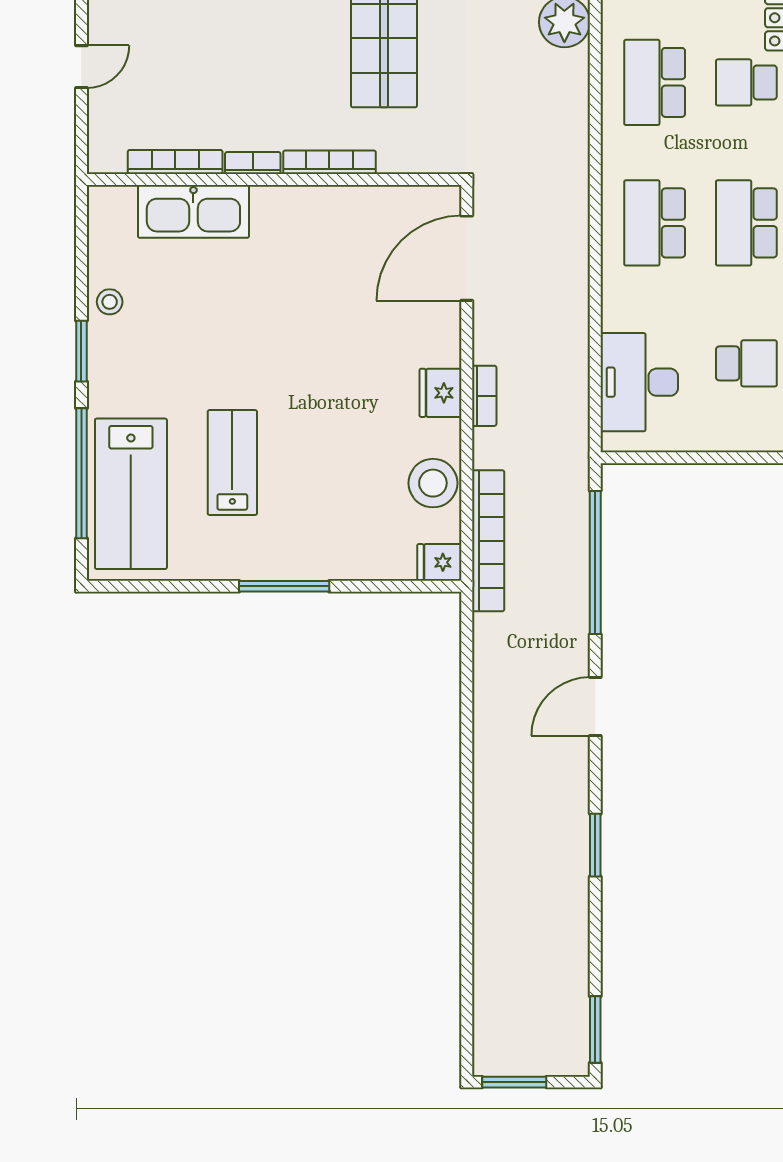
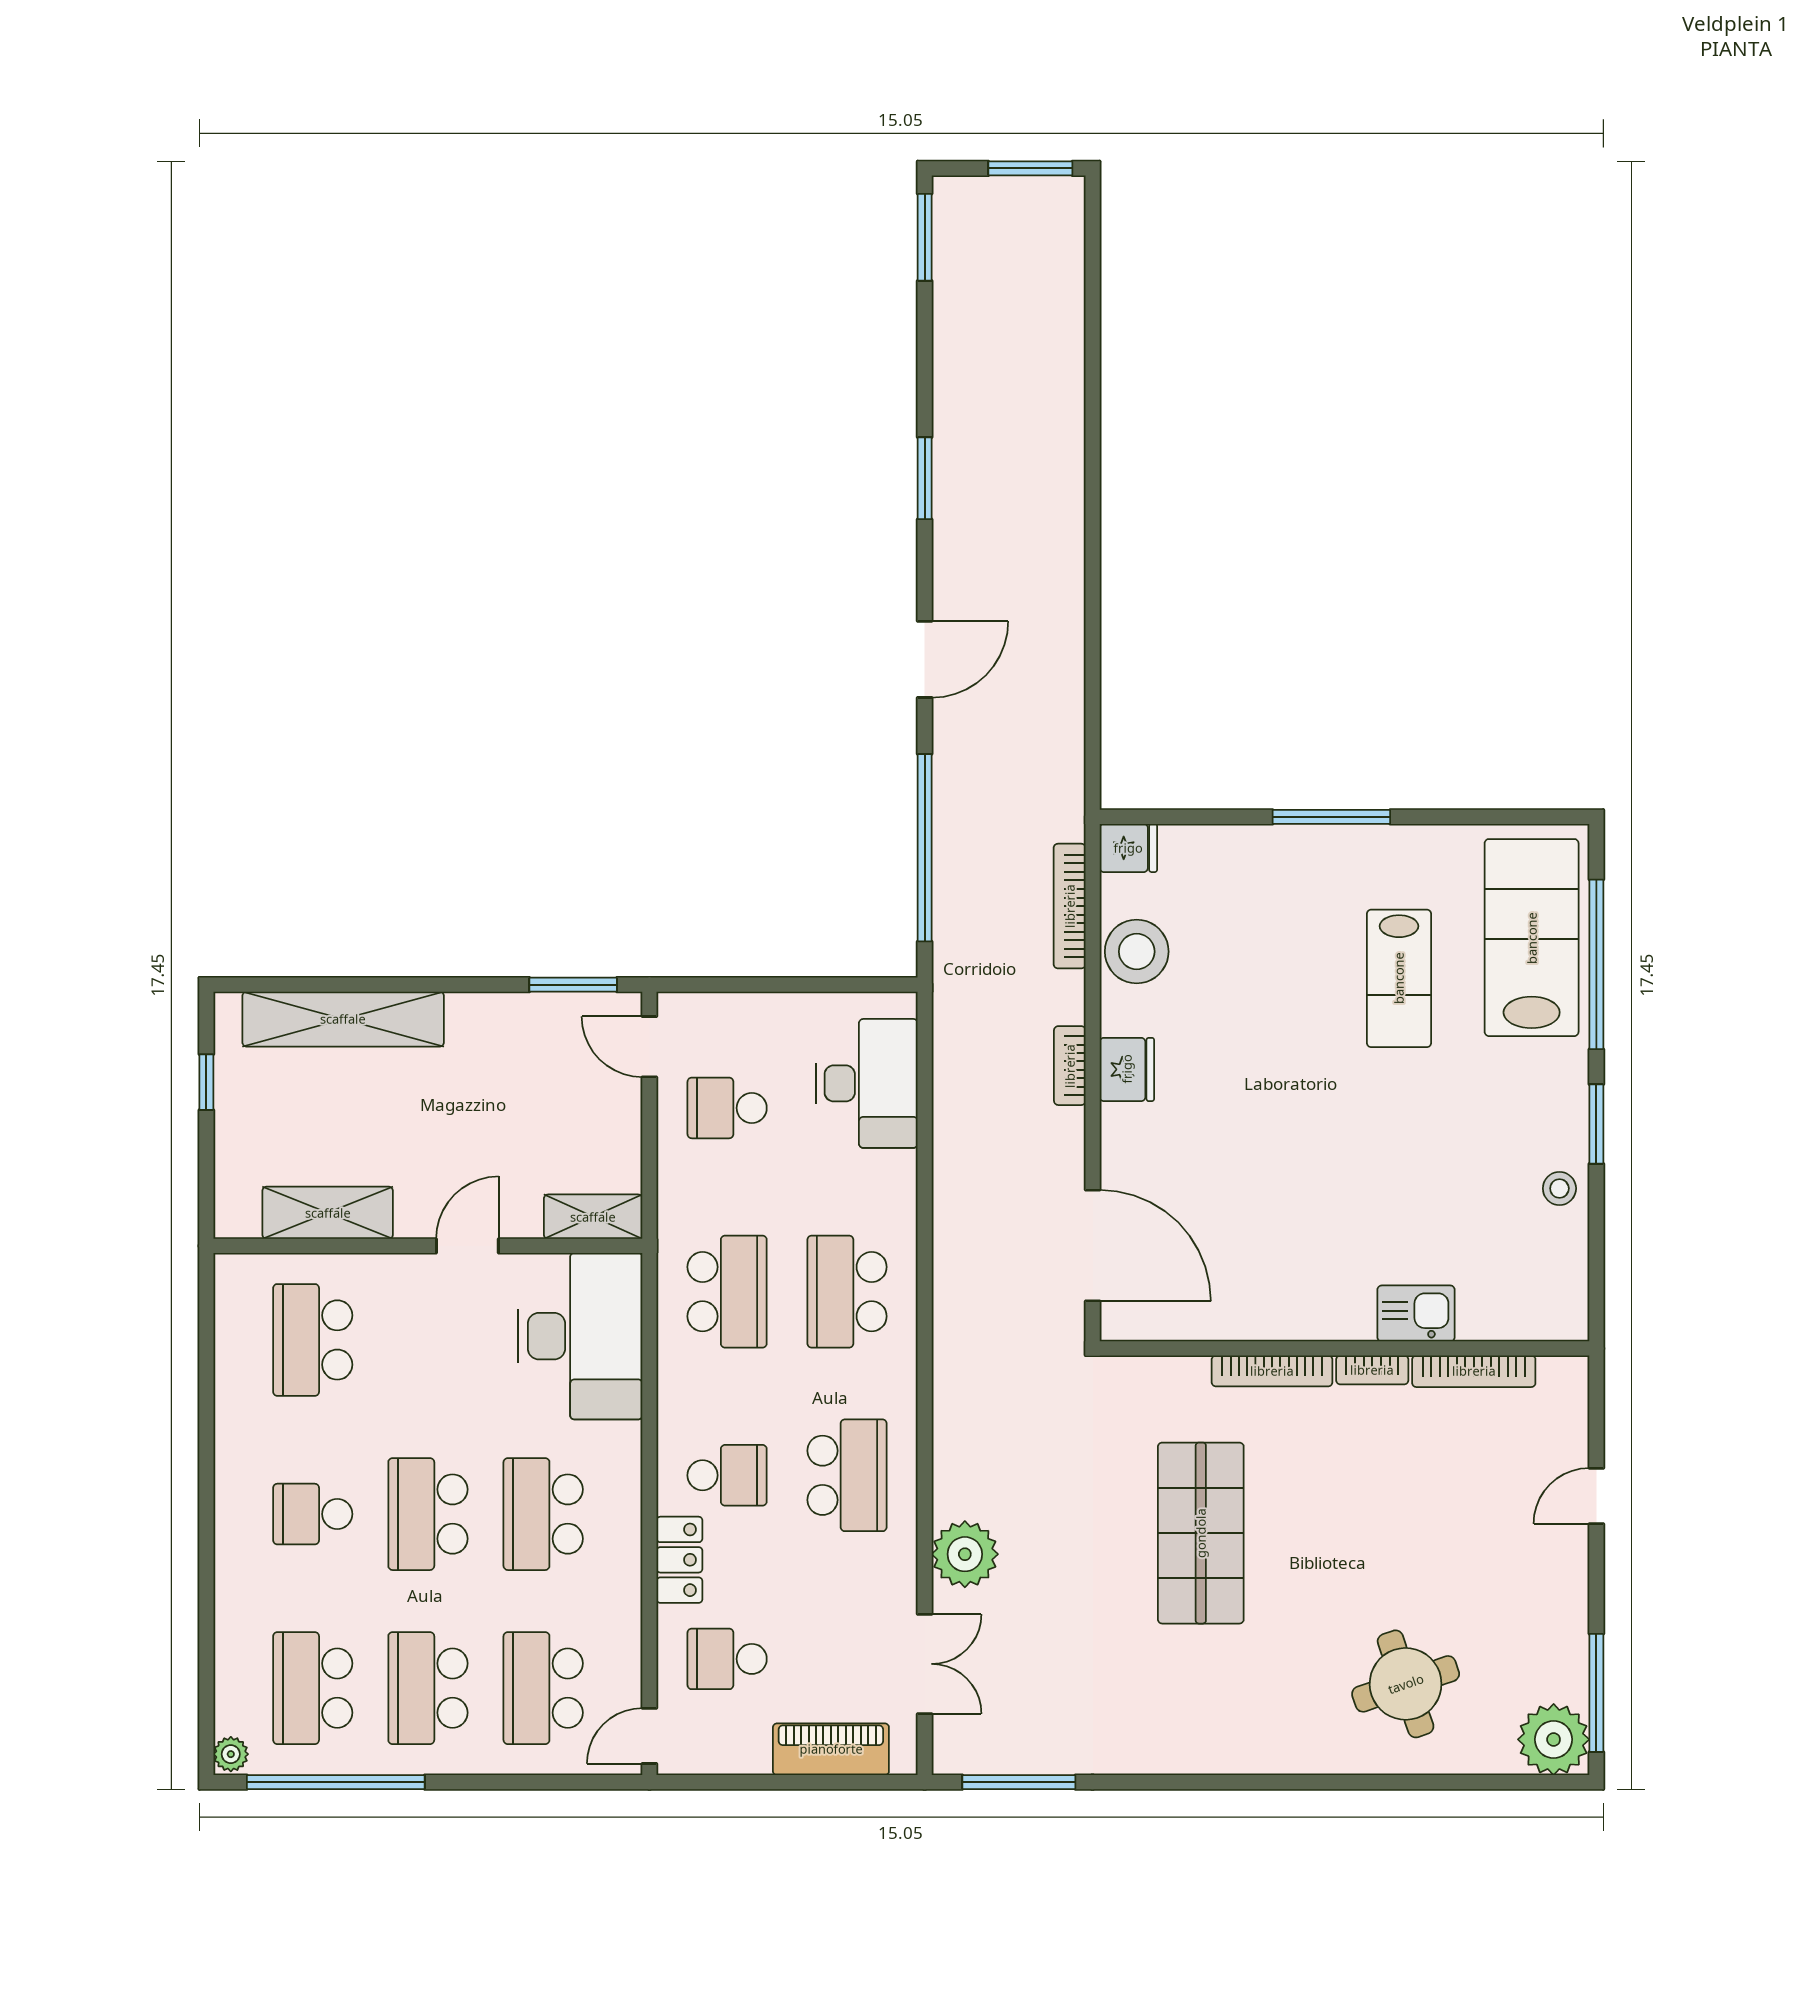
kitchen sink: (193, 211) -> (1416, 1313), width x0.53, depth x0.81
school desk: (655, 223) -> (847, 1292), turned 180
door: (467, 258) -> (1093, 1246), hinge flipped
bookcase: (488, 541) -> (1070, 906), width x0.68, depth x0.76

